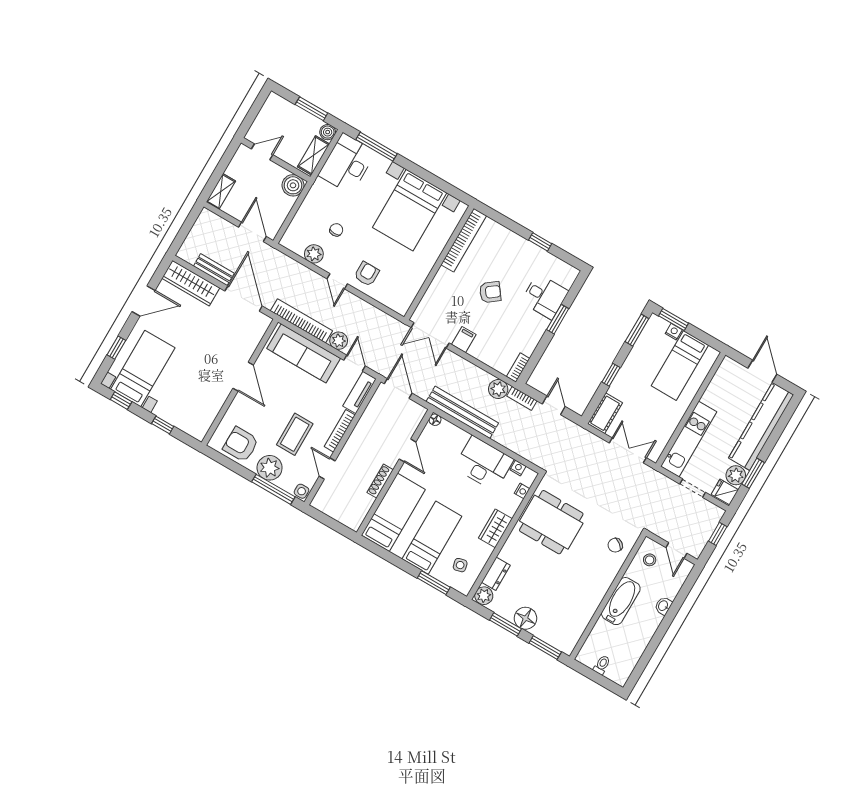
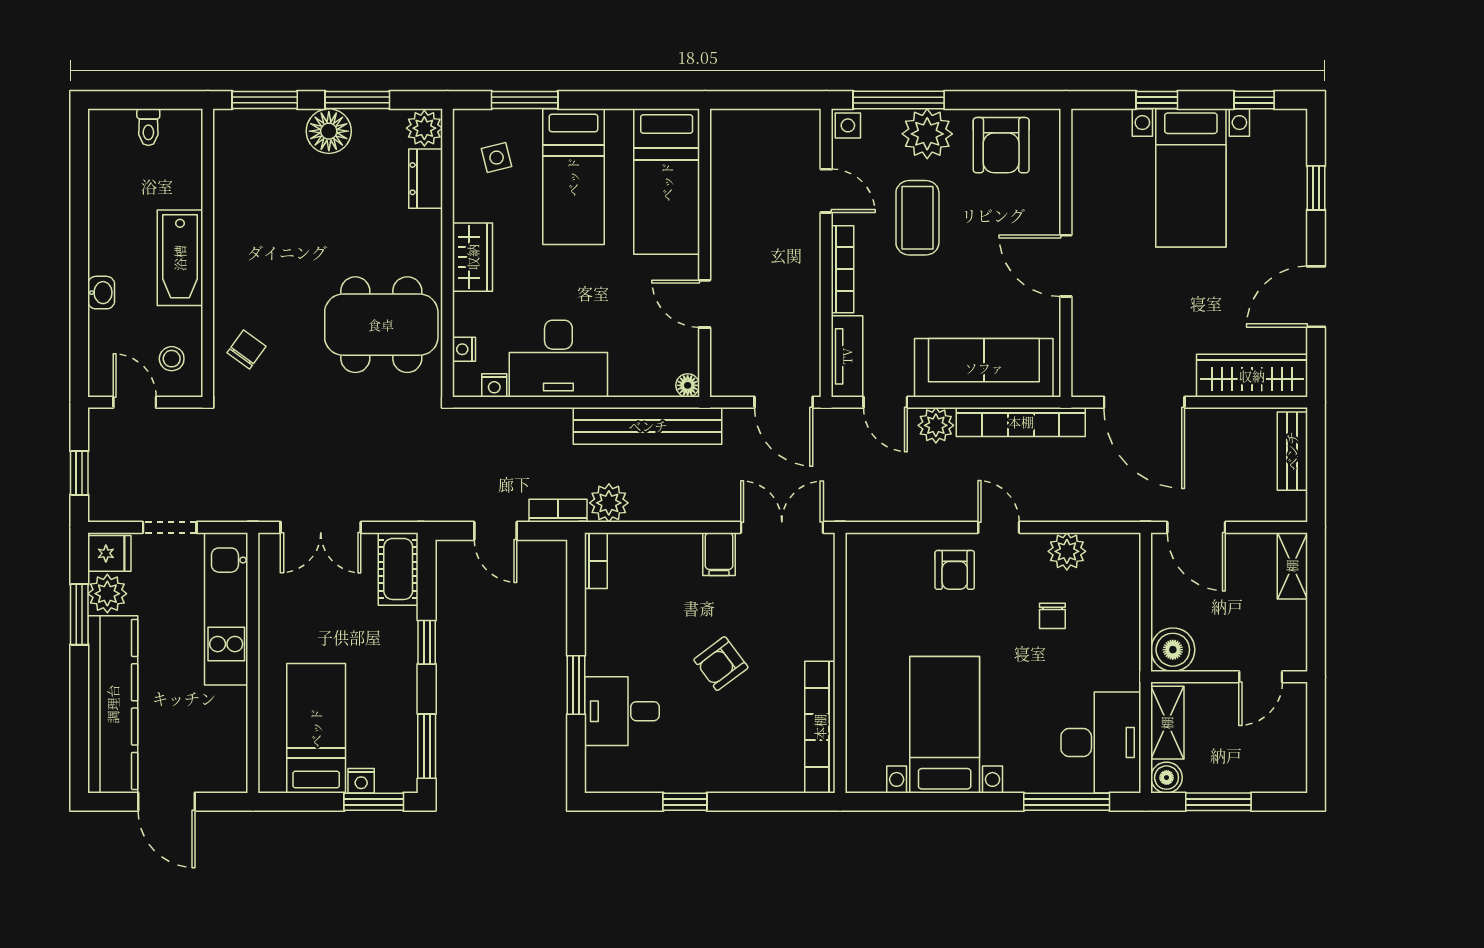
bed with nightstands: (410, 210) -> (945, 725), width x0.73
bench: (214, 270) -> (1292, 451), moved, turned 90
bed with nightstands: (143, 369) -> (1191, 178), moved
armchair: (241, 444) -> (1001, 145), turned 90
shoe rack: (380, 481) -> (721, 223), removed

